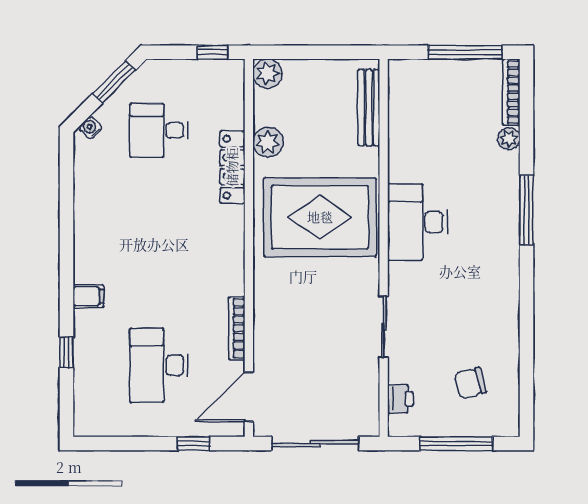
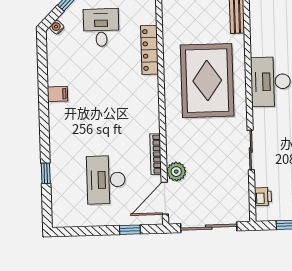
desk: (159, 130) -> (101, 28), turned 90
plant: (268, 142) -> (176, 172), moved
rug: (320, 217) -> (207, 81), turned 90
filing cabinet: (88, 296) -> (57, 94), moved

